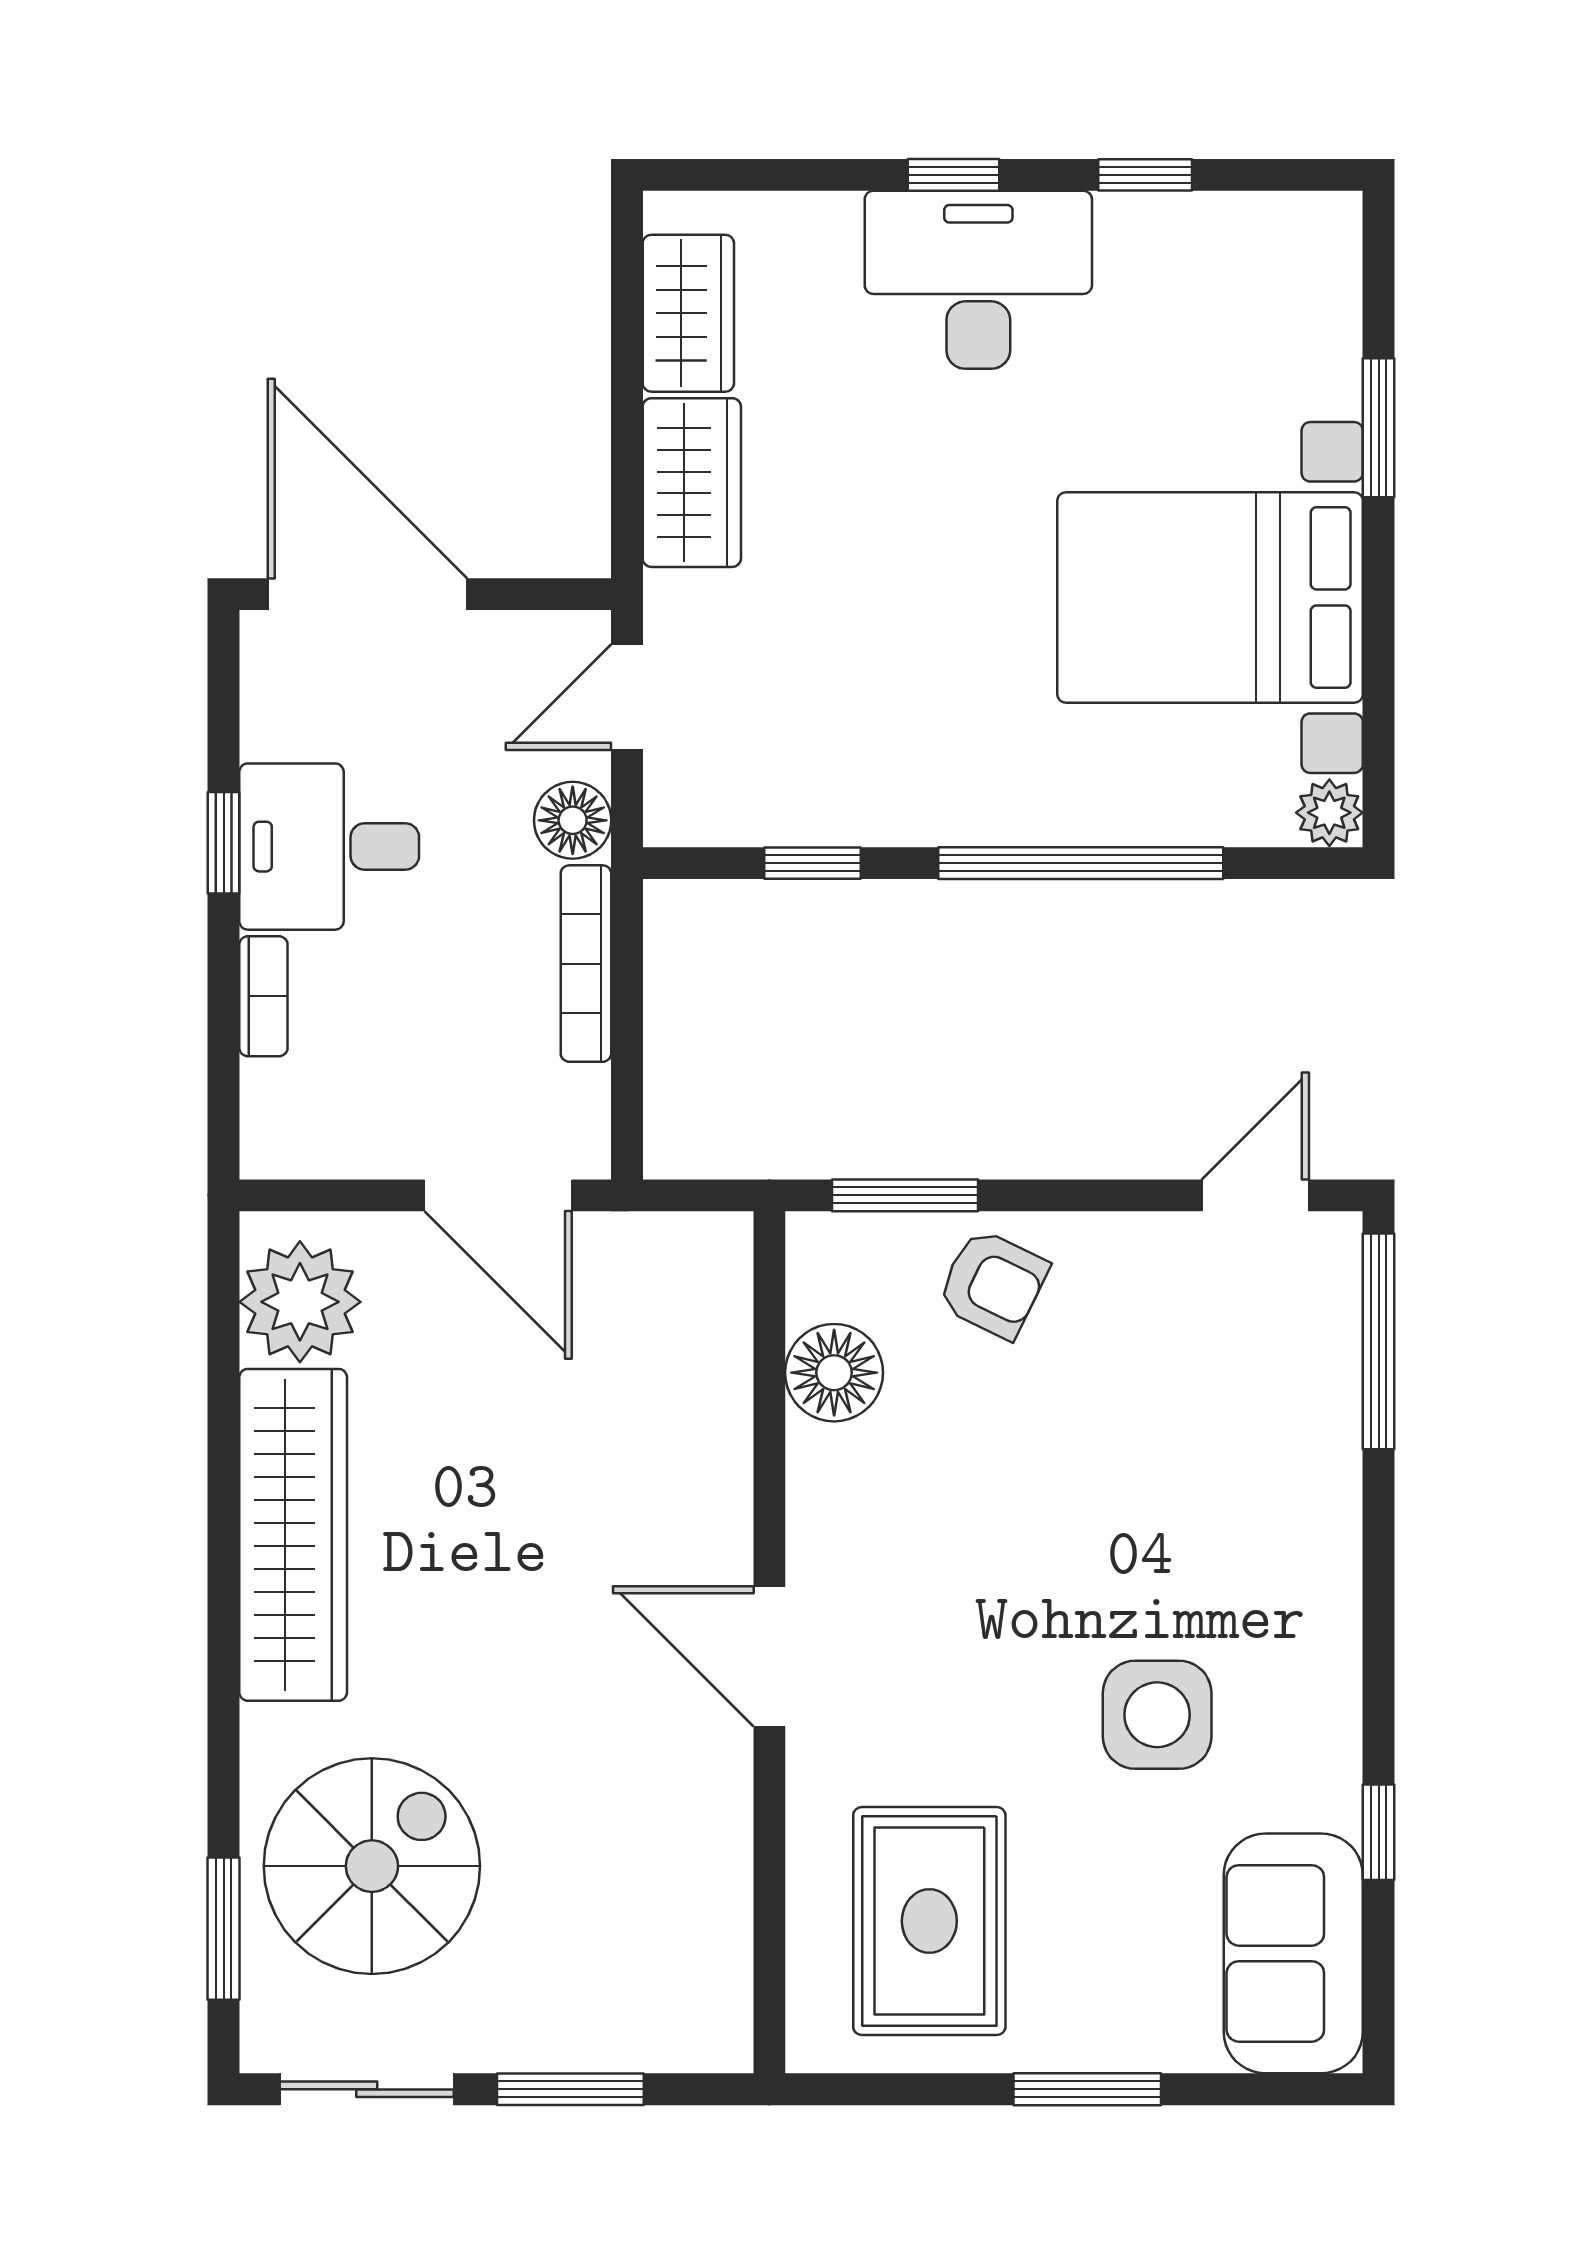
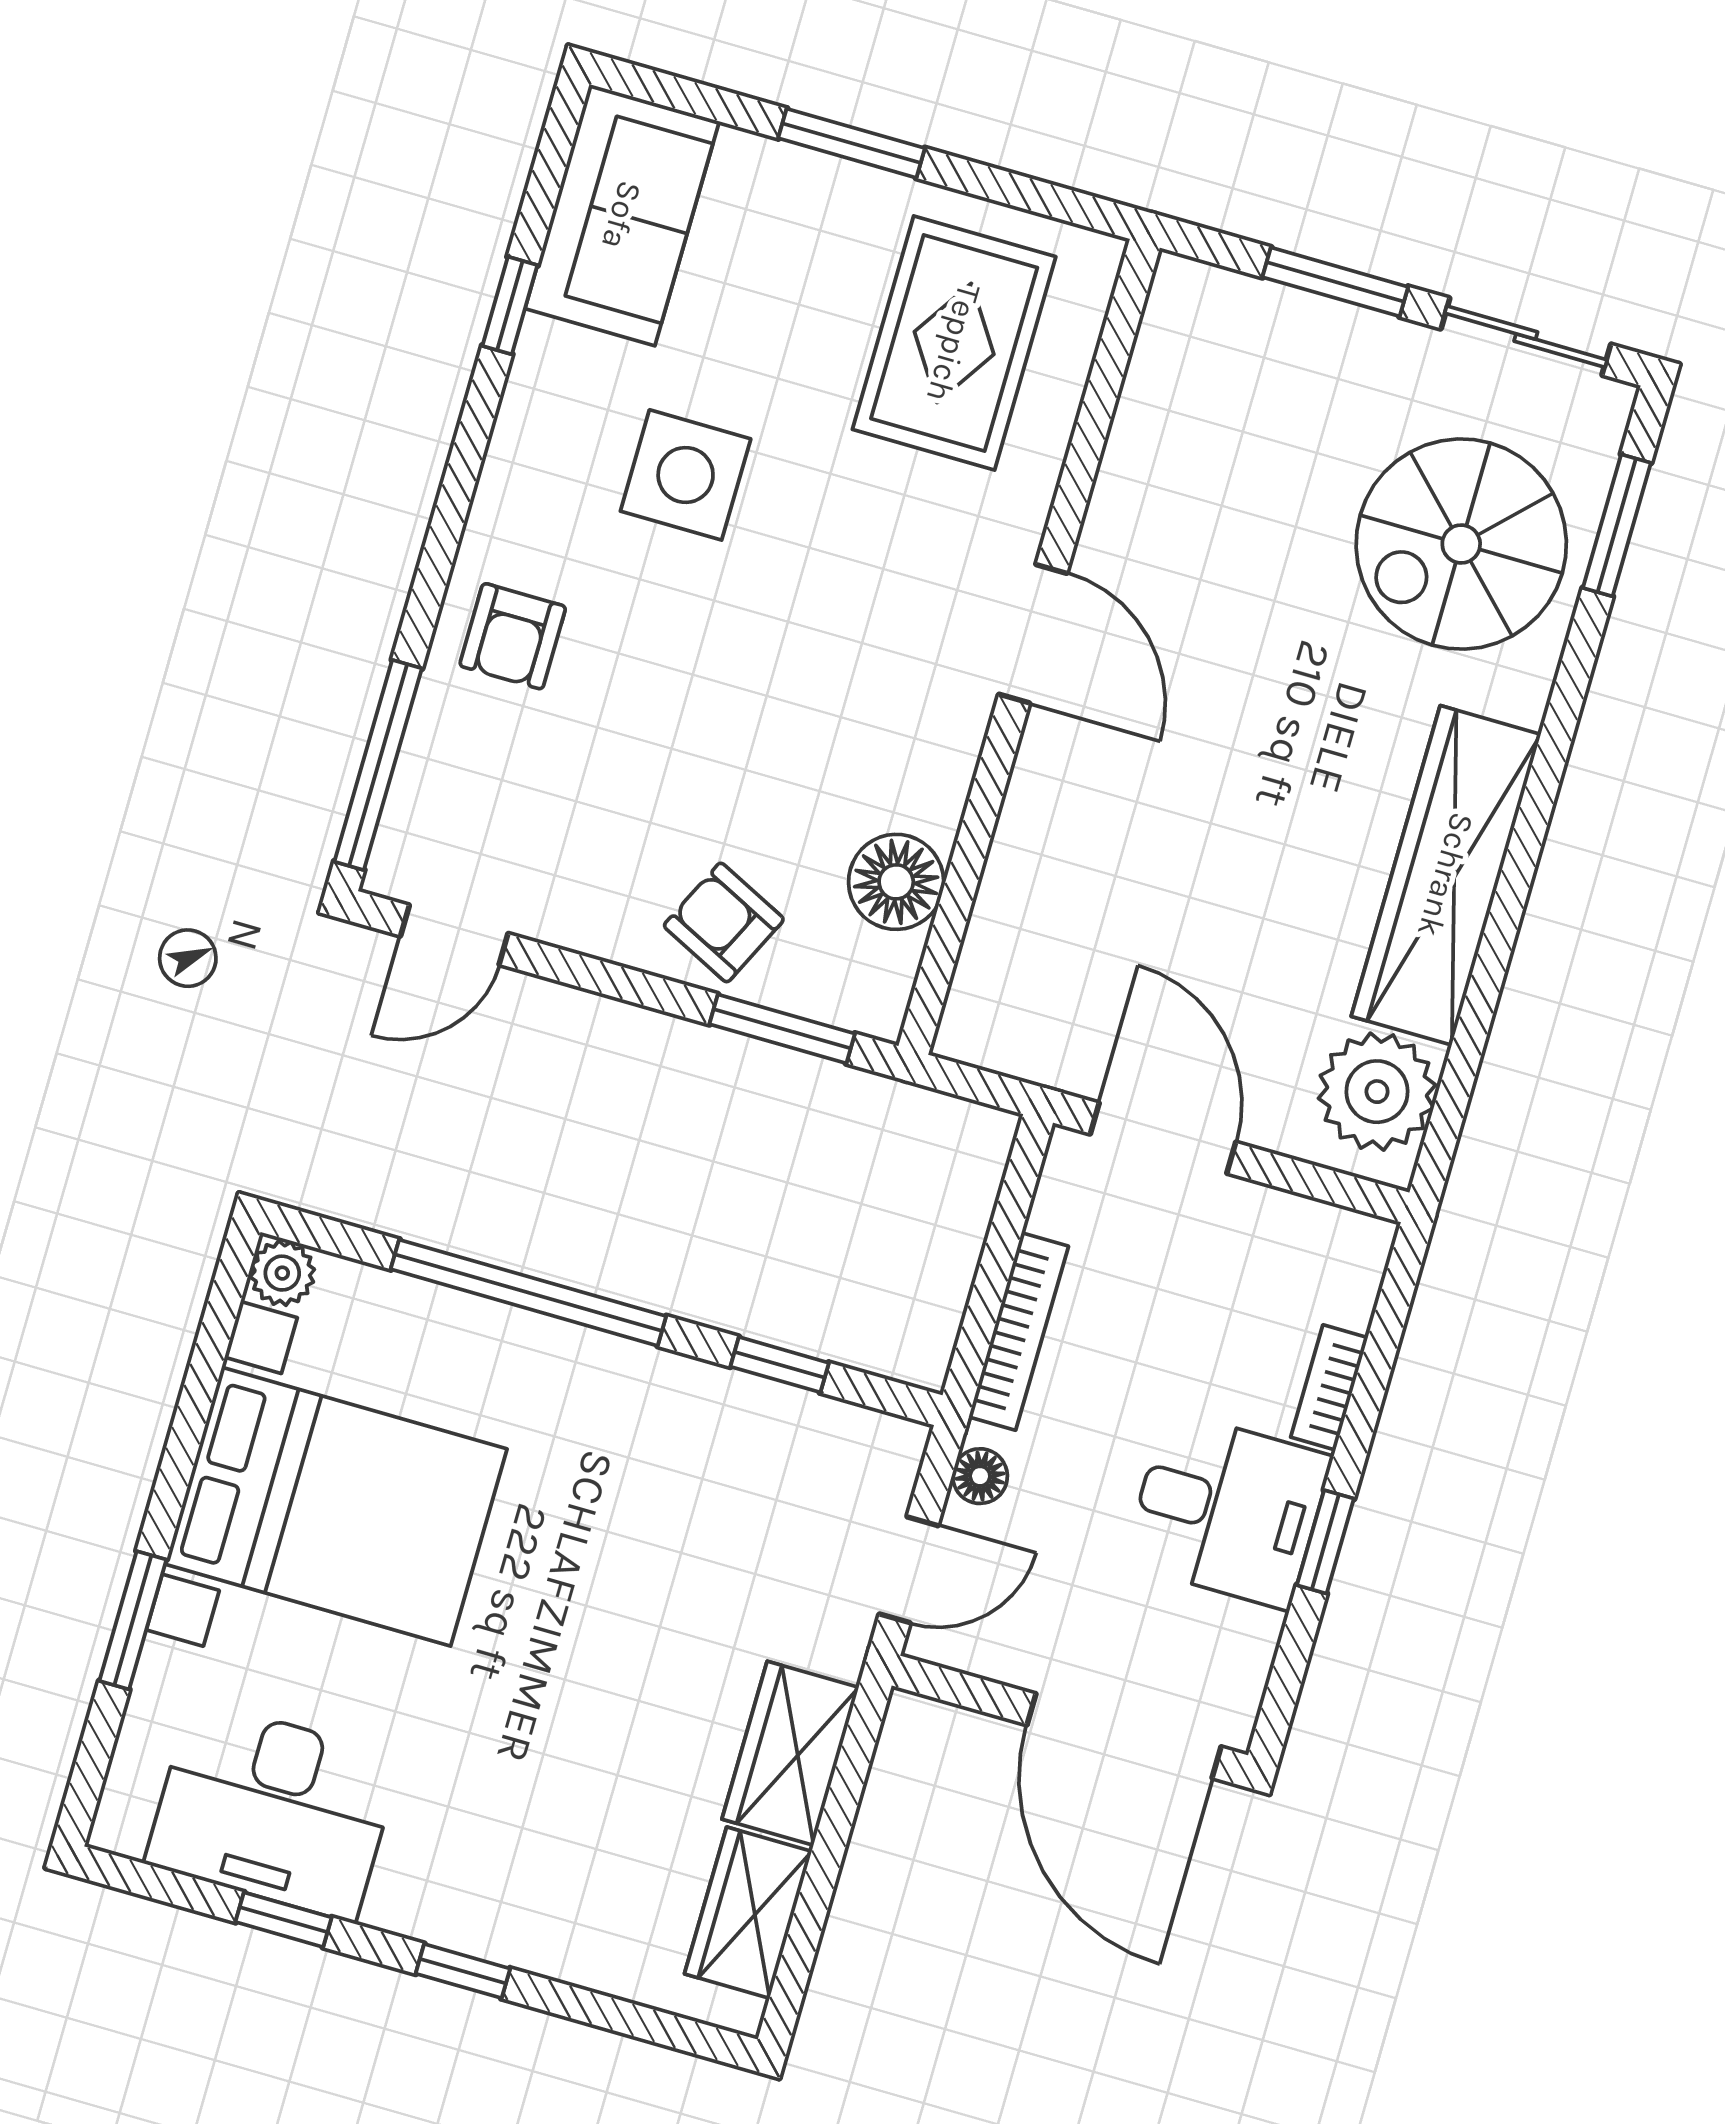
desk: (978, 280) -> (273, 1810), moved
floor lamp: (573, 820) -> (980, 1476), width x0.73, depth x0.73
armchair: (1282, 1507) -> (513, 636), added

